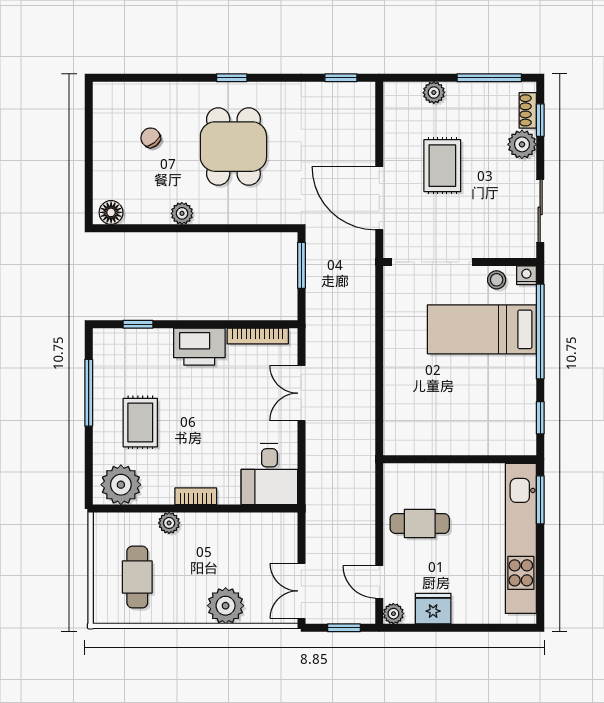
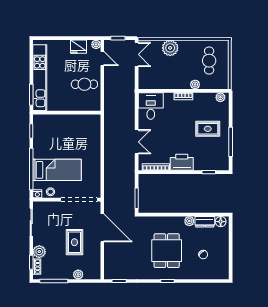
dresser: (147, 212) -> (205, 222), added
rug: (140, 423) -> (208, 129), turned 90
plant: (121, 485) -> (220, 97), width x0.53, depth x0.53

